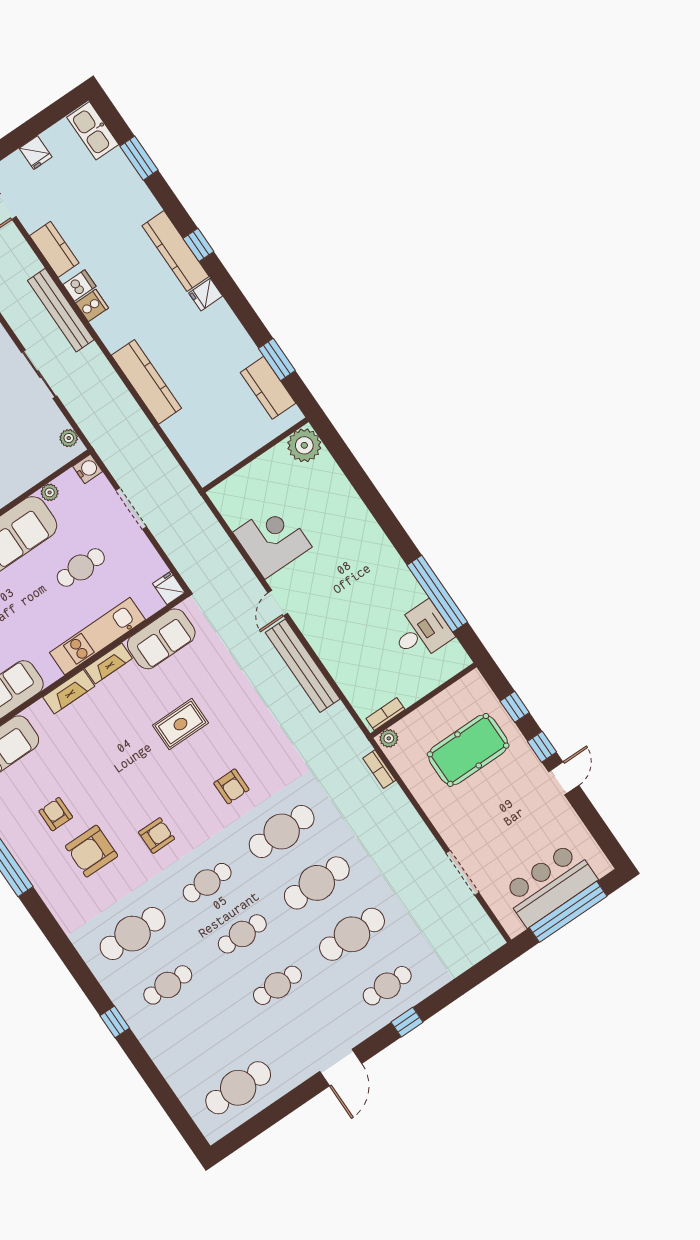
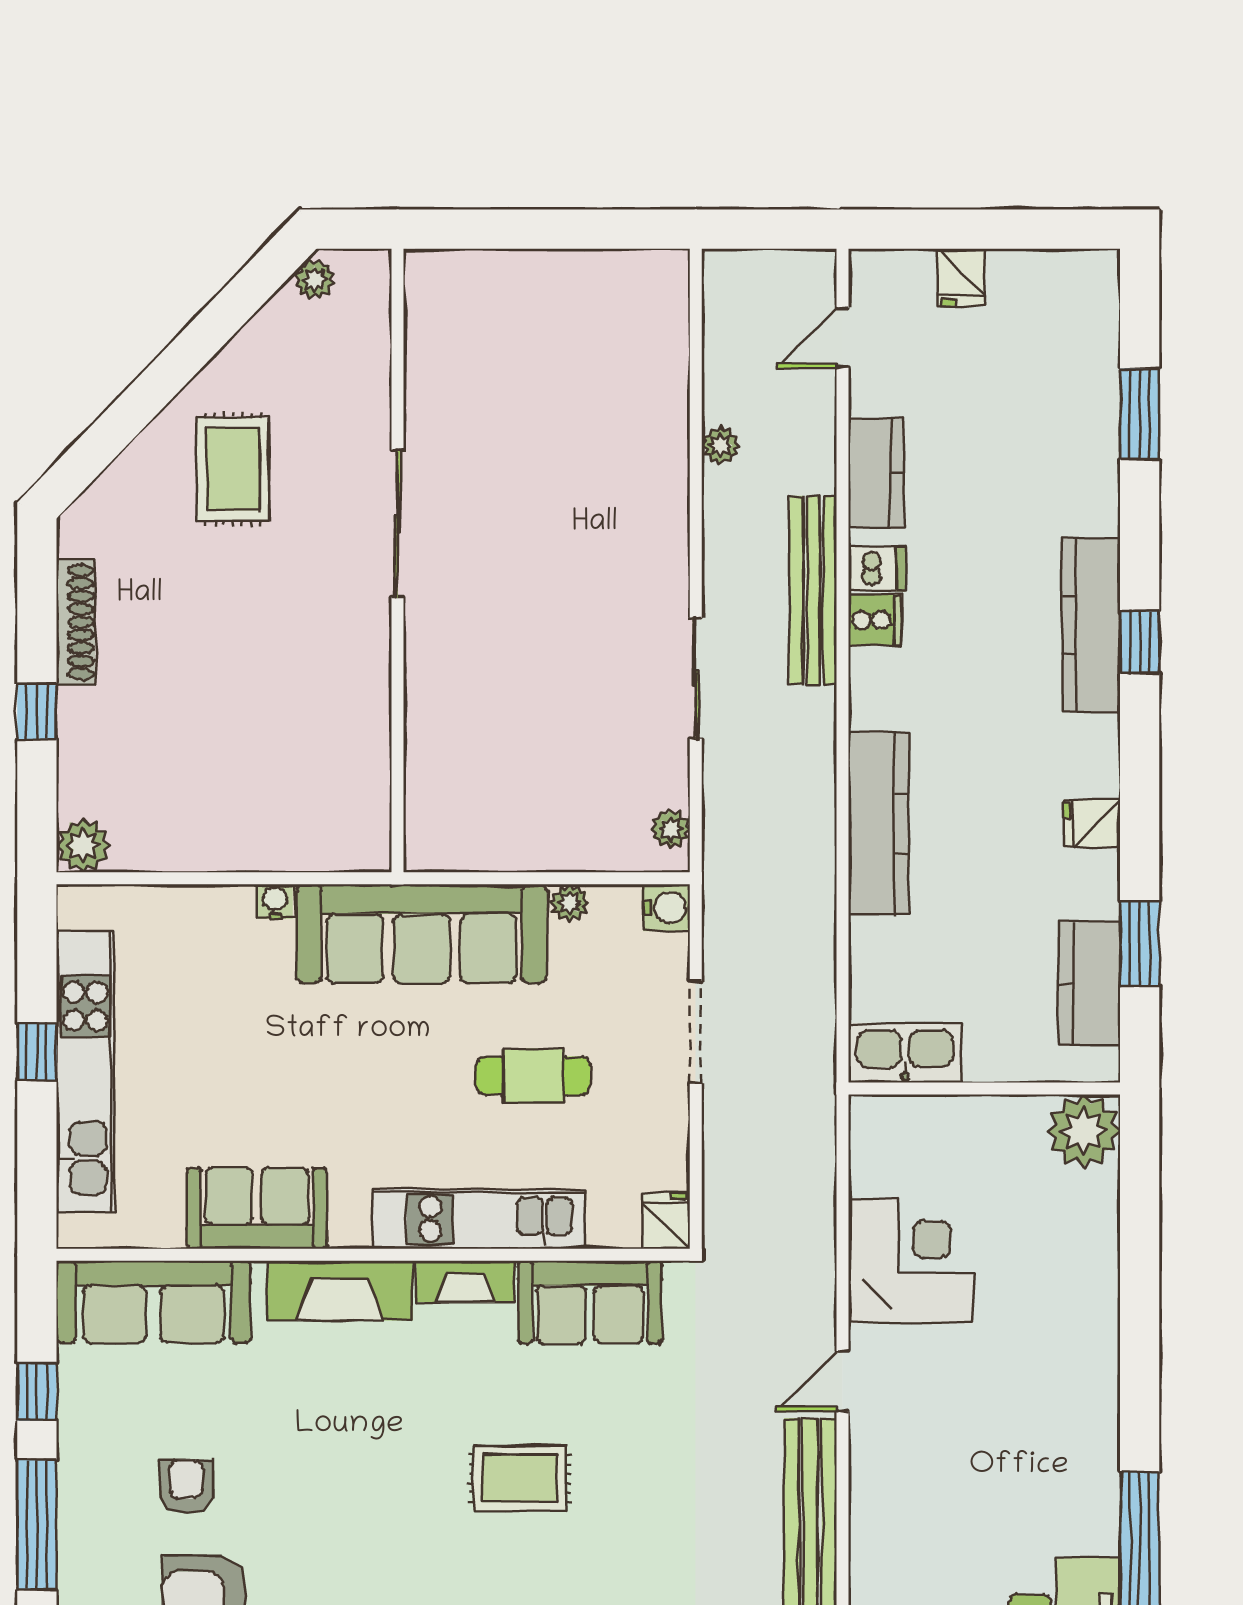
kitchen sink: (93, 131) -> (905, 1053), moved, turned 90
fridge: (206, 295) -> (1092, 823), moved
fireplace: (69, 692) -> (340, 1290), width x1.37, depth x1.32

